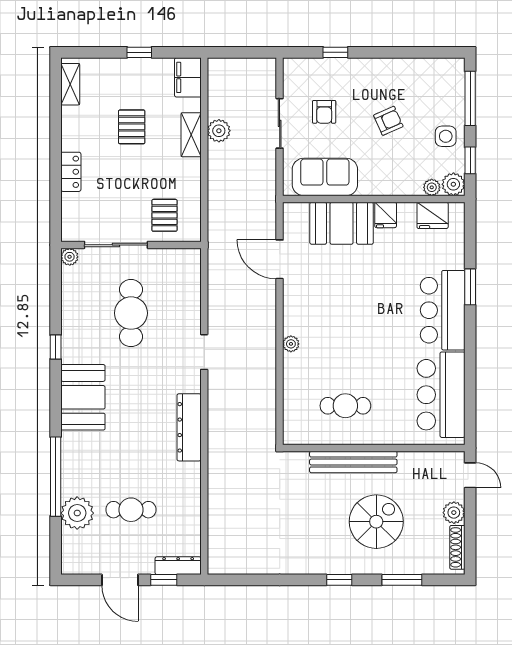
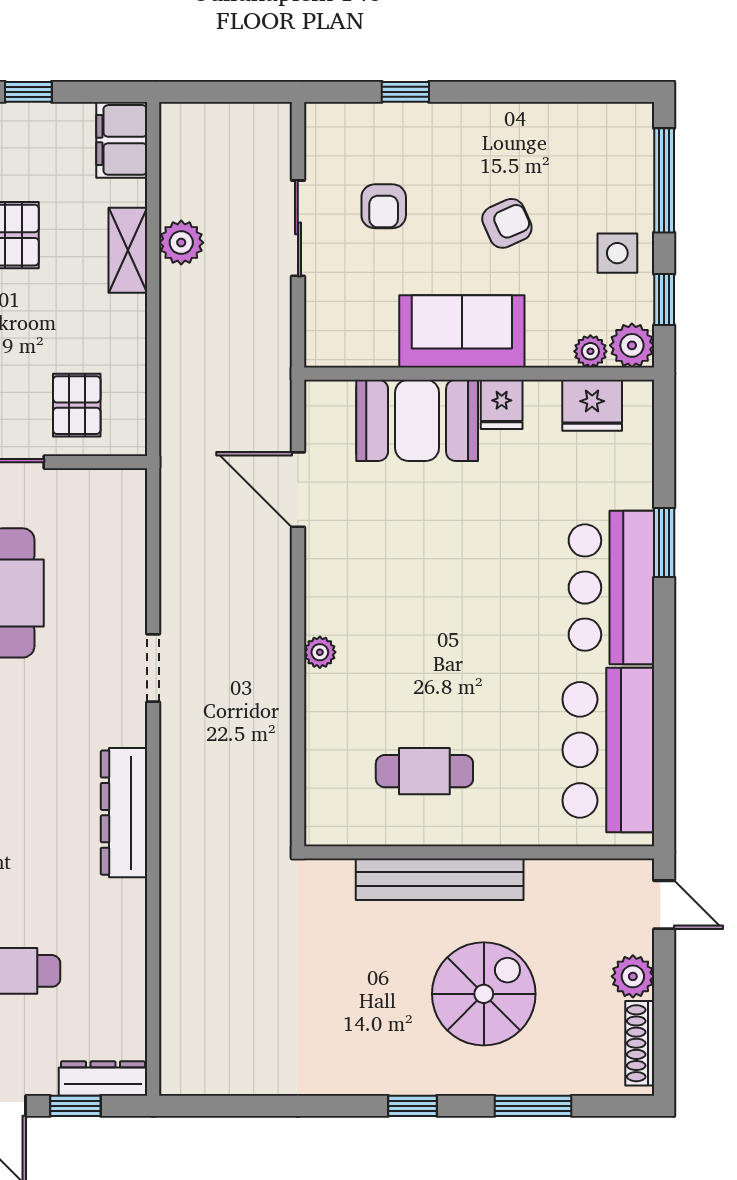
sofa: (325, 177) -> (462, 331), moved

